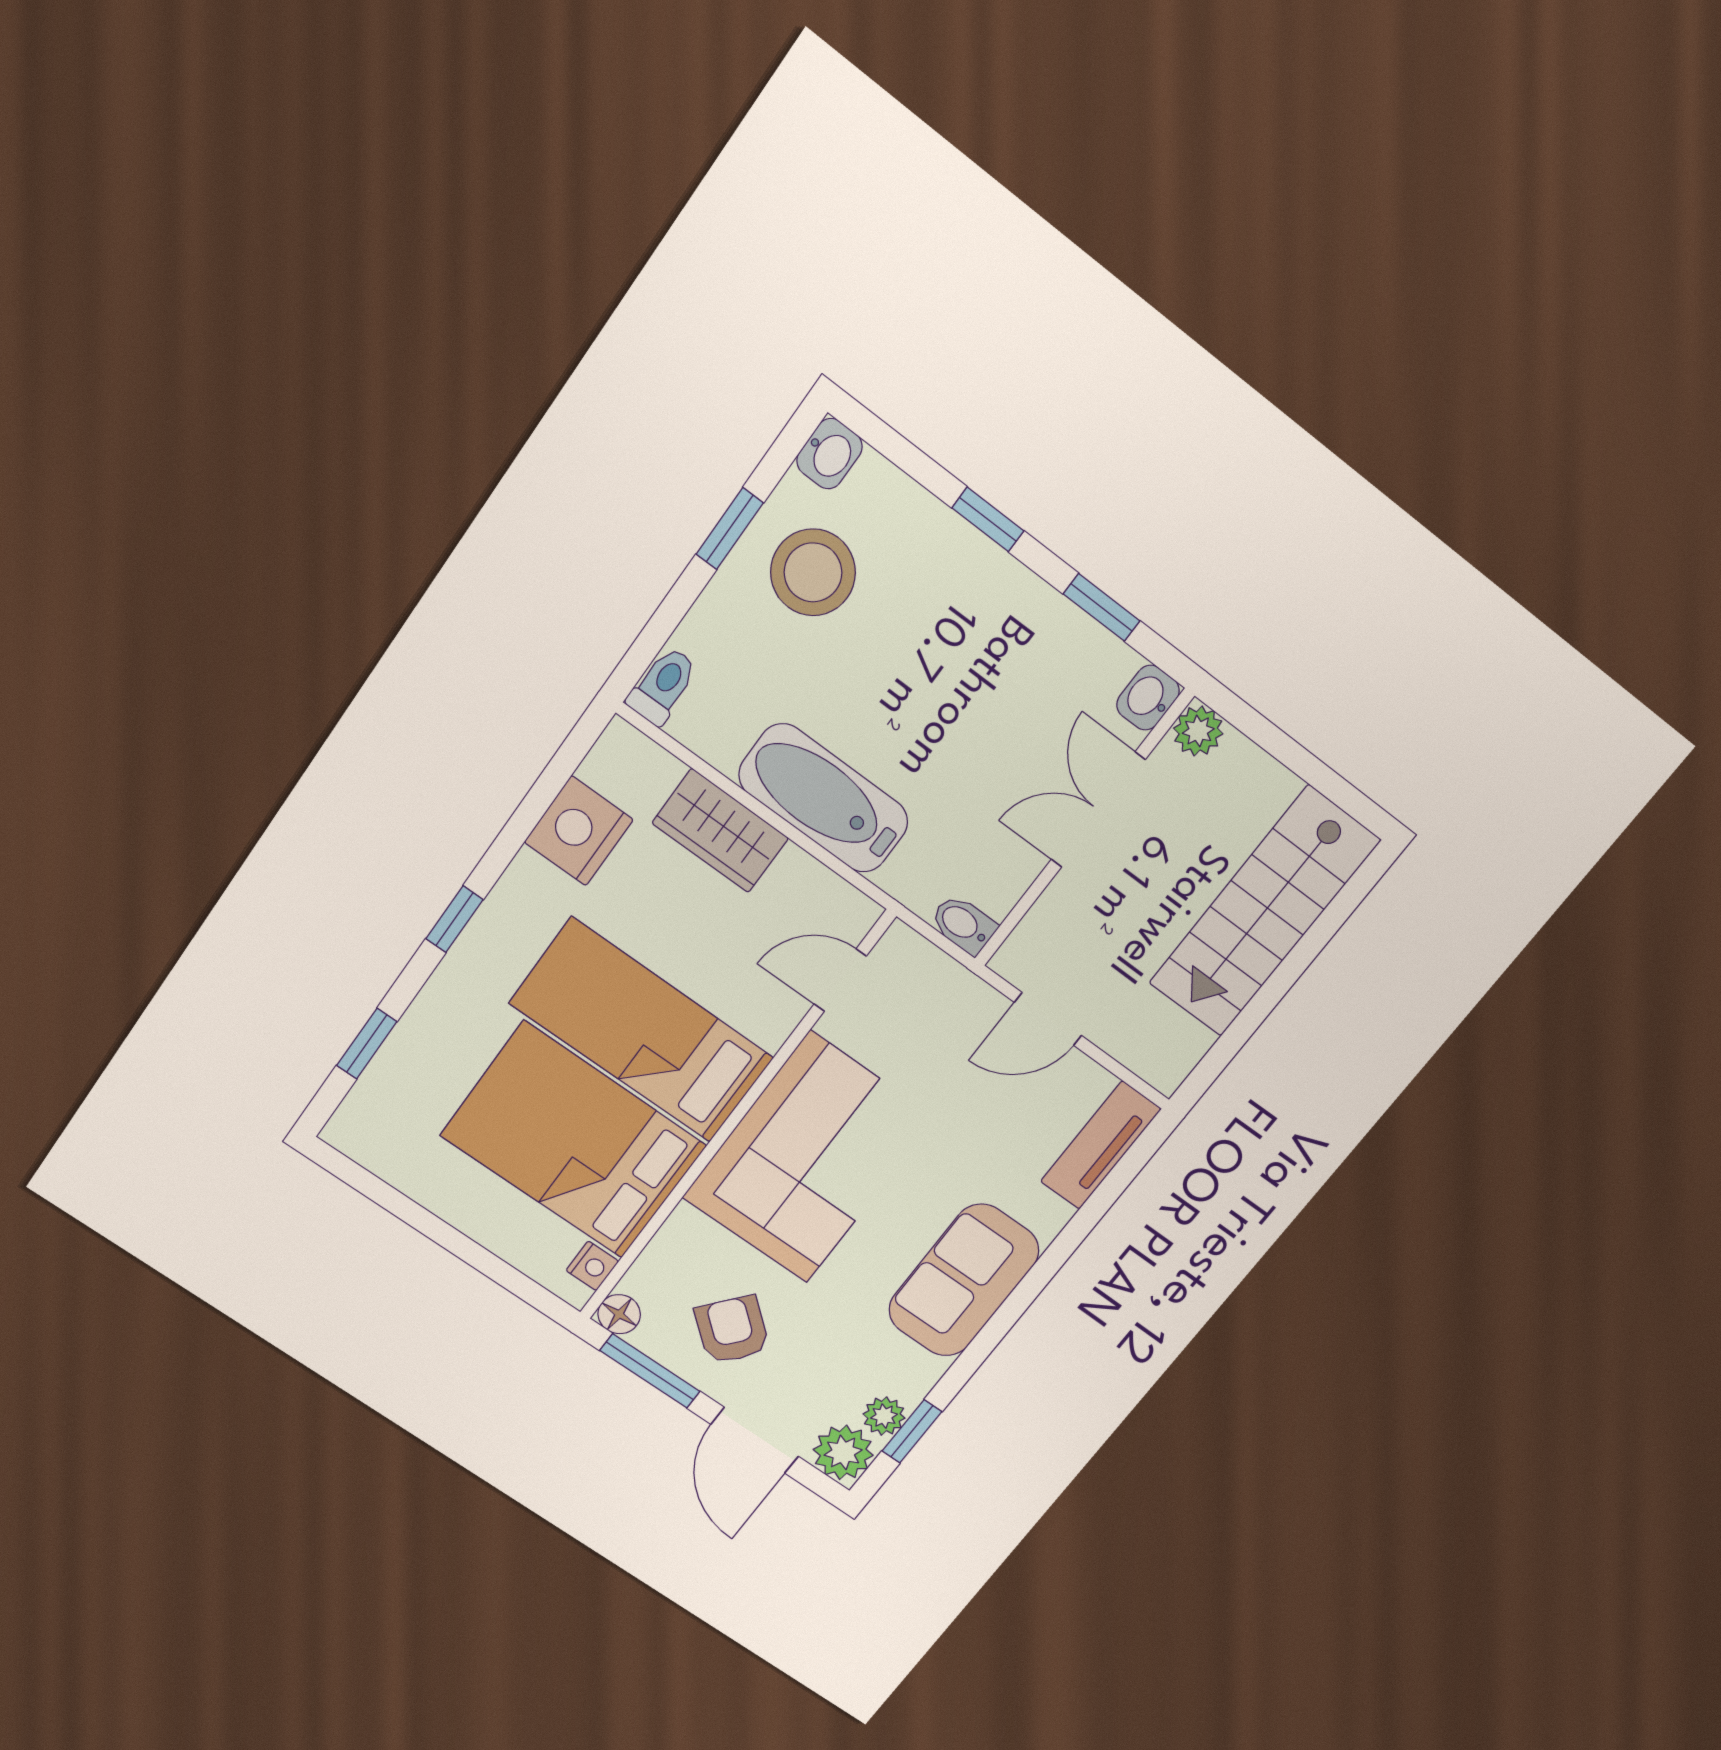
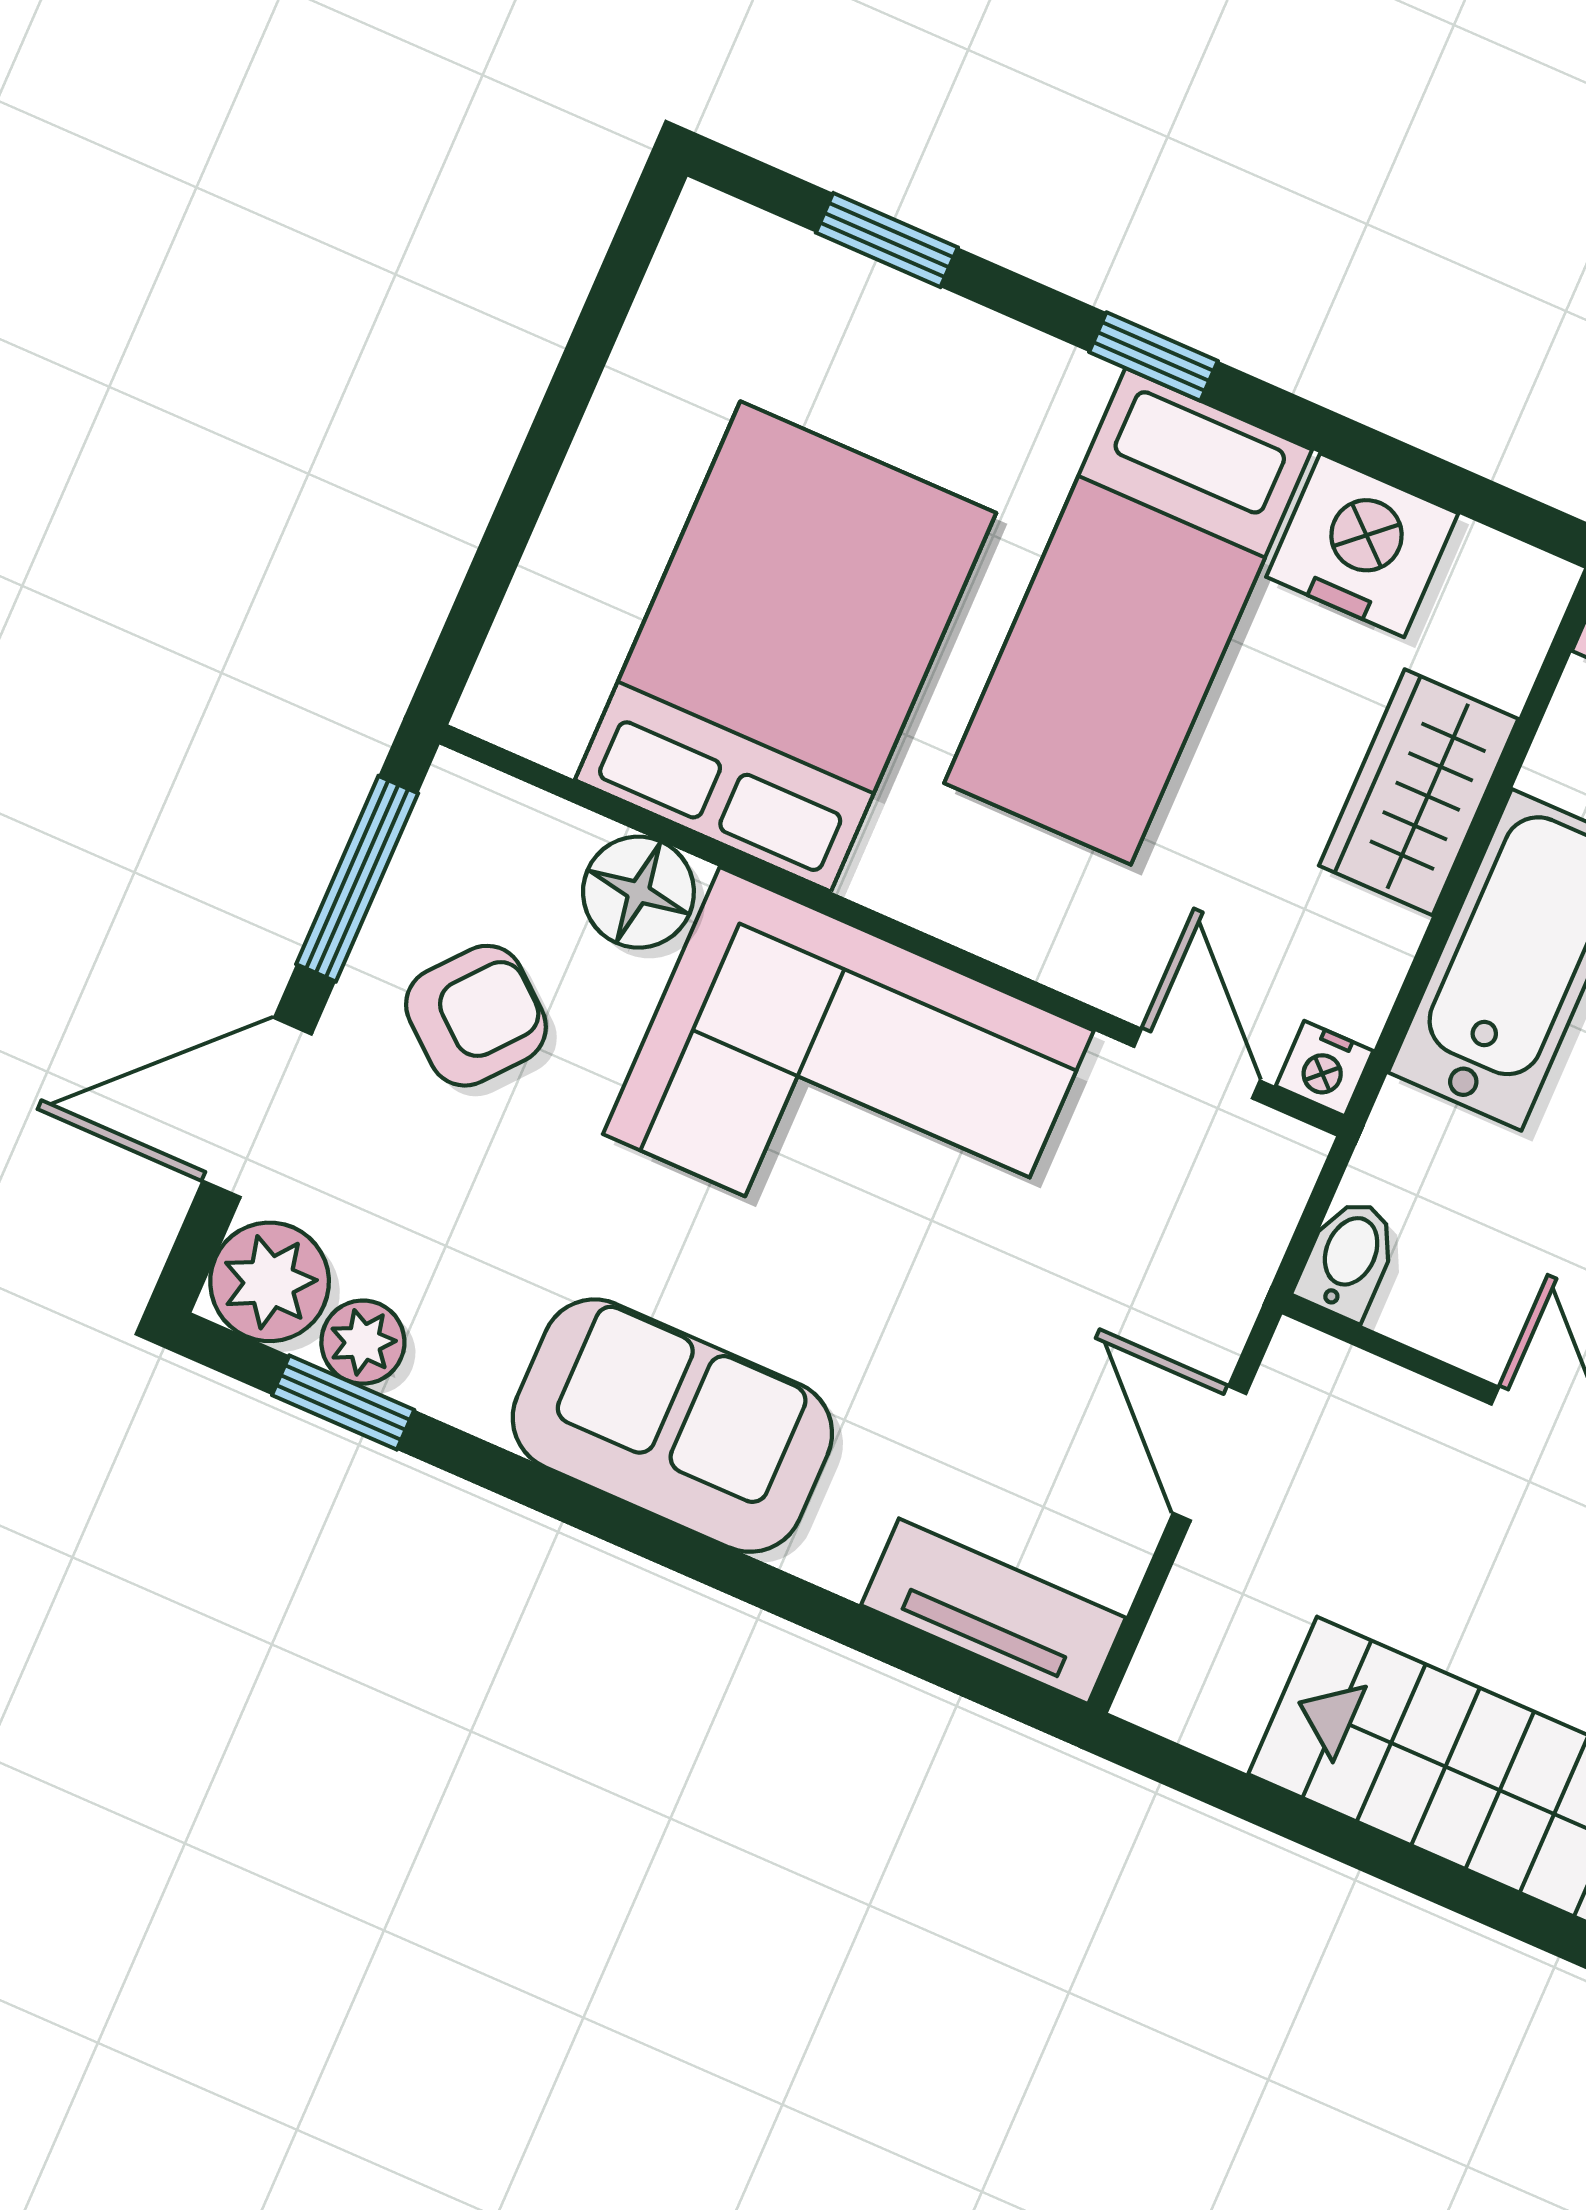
bed: (642, 1031) -> (1128, 616), moved, turned 180
nightstand: (592, 1266) -> (1325, 1069), moved
floor lamp: (619, 1314) -> (638, 892), moved, width x1.37, depth x1.37

